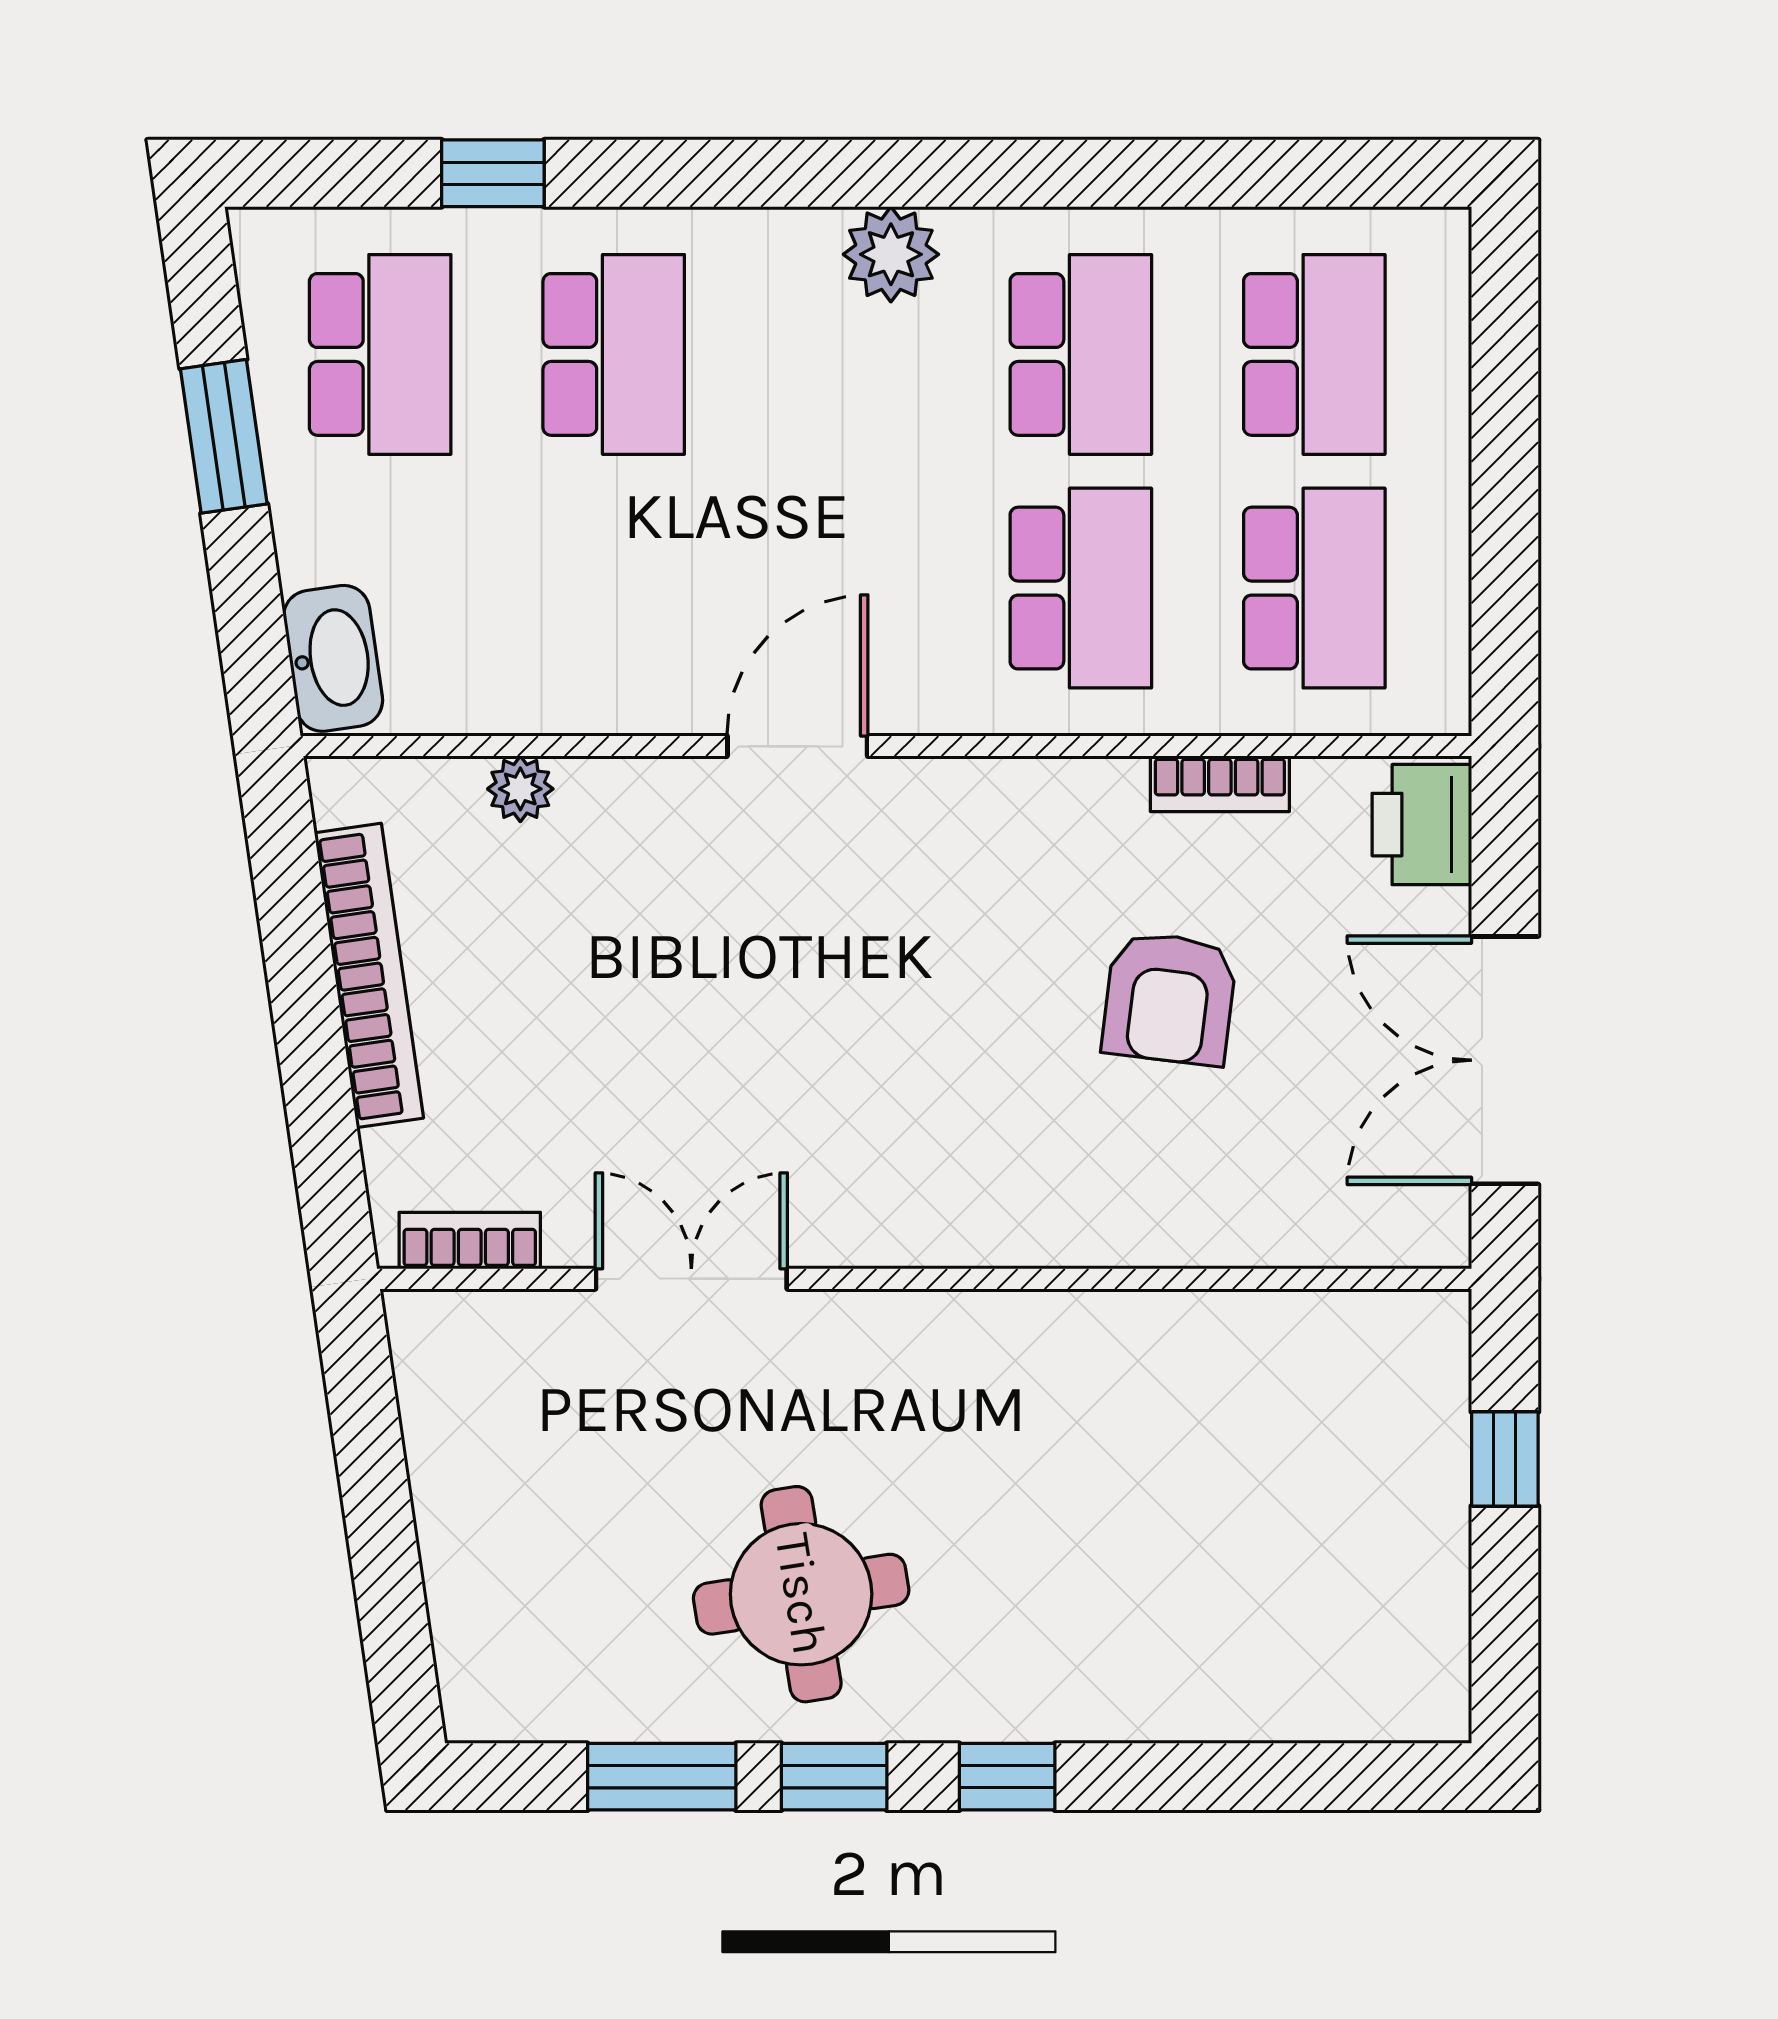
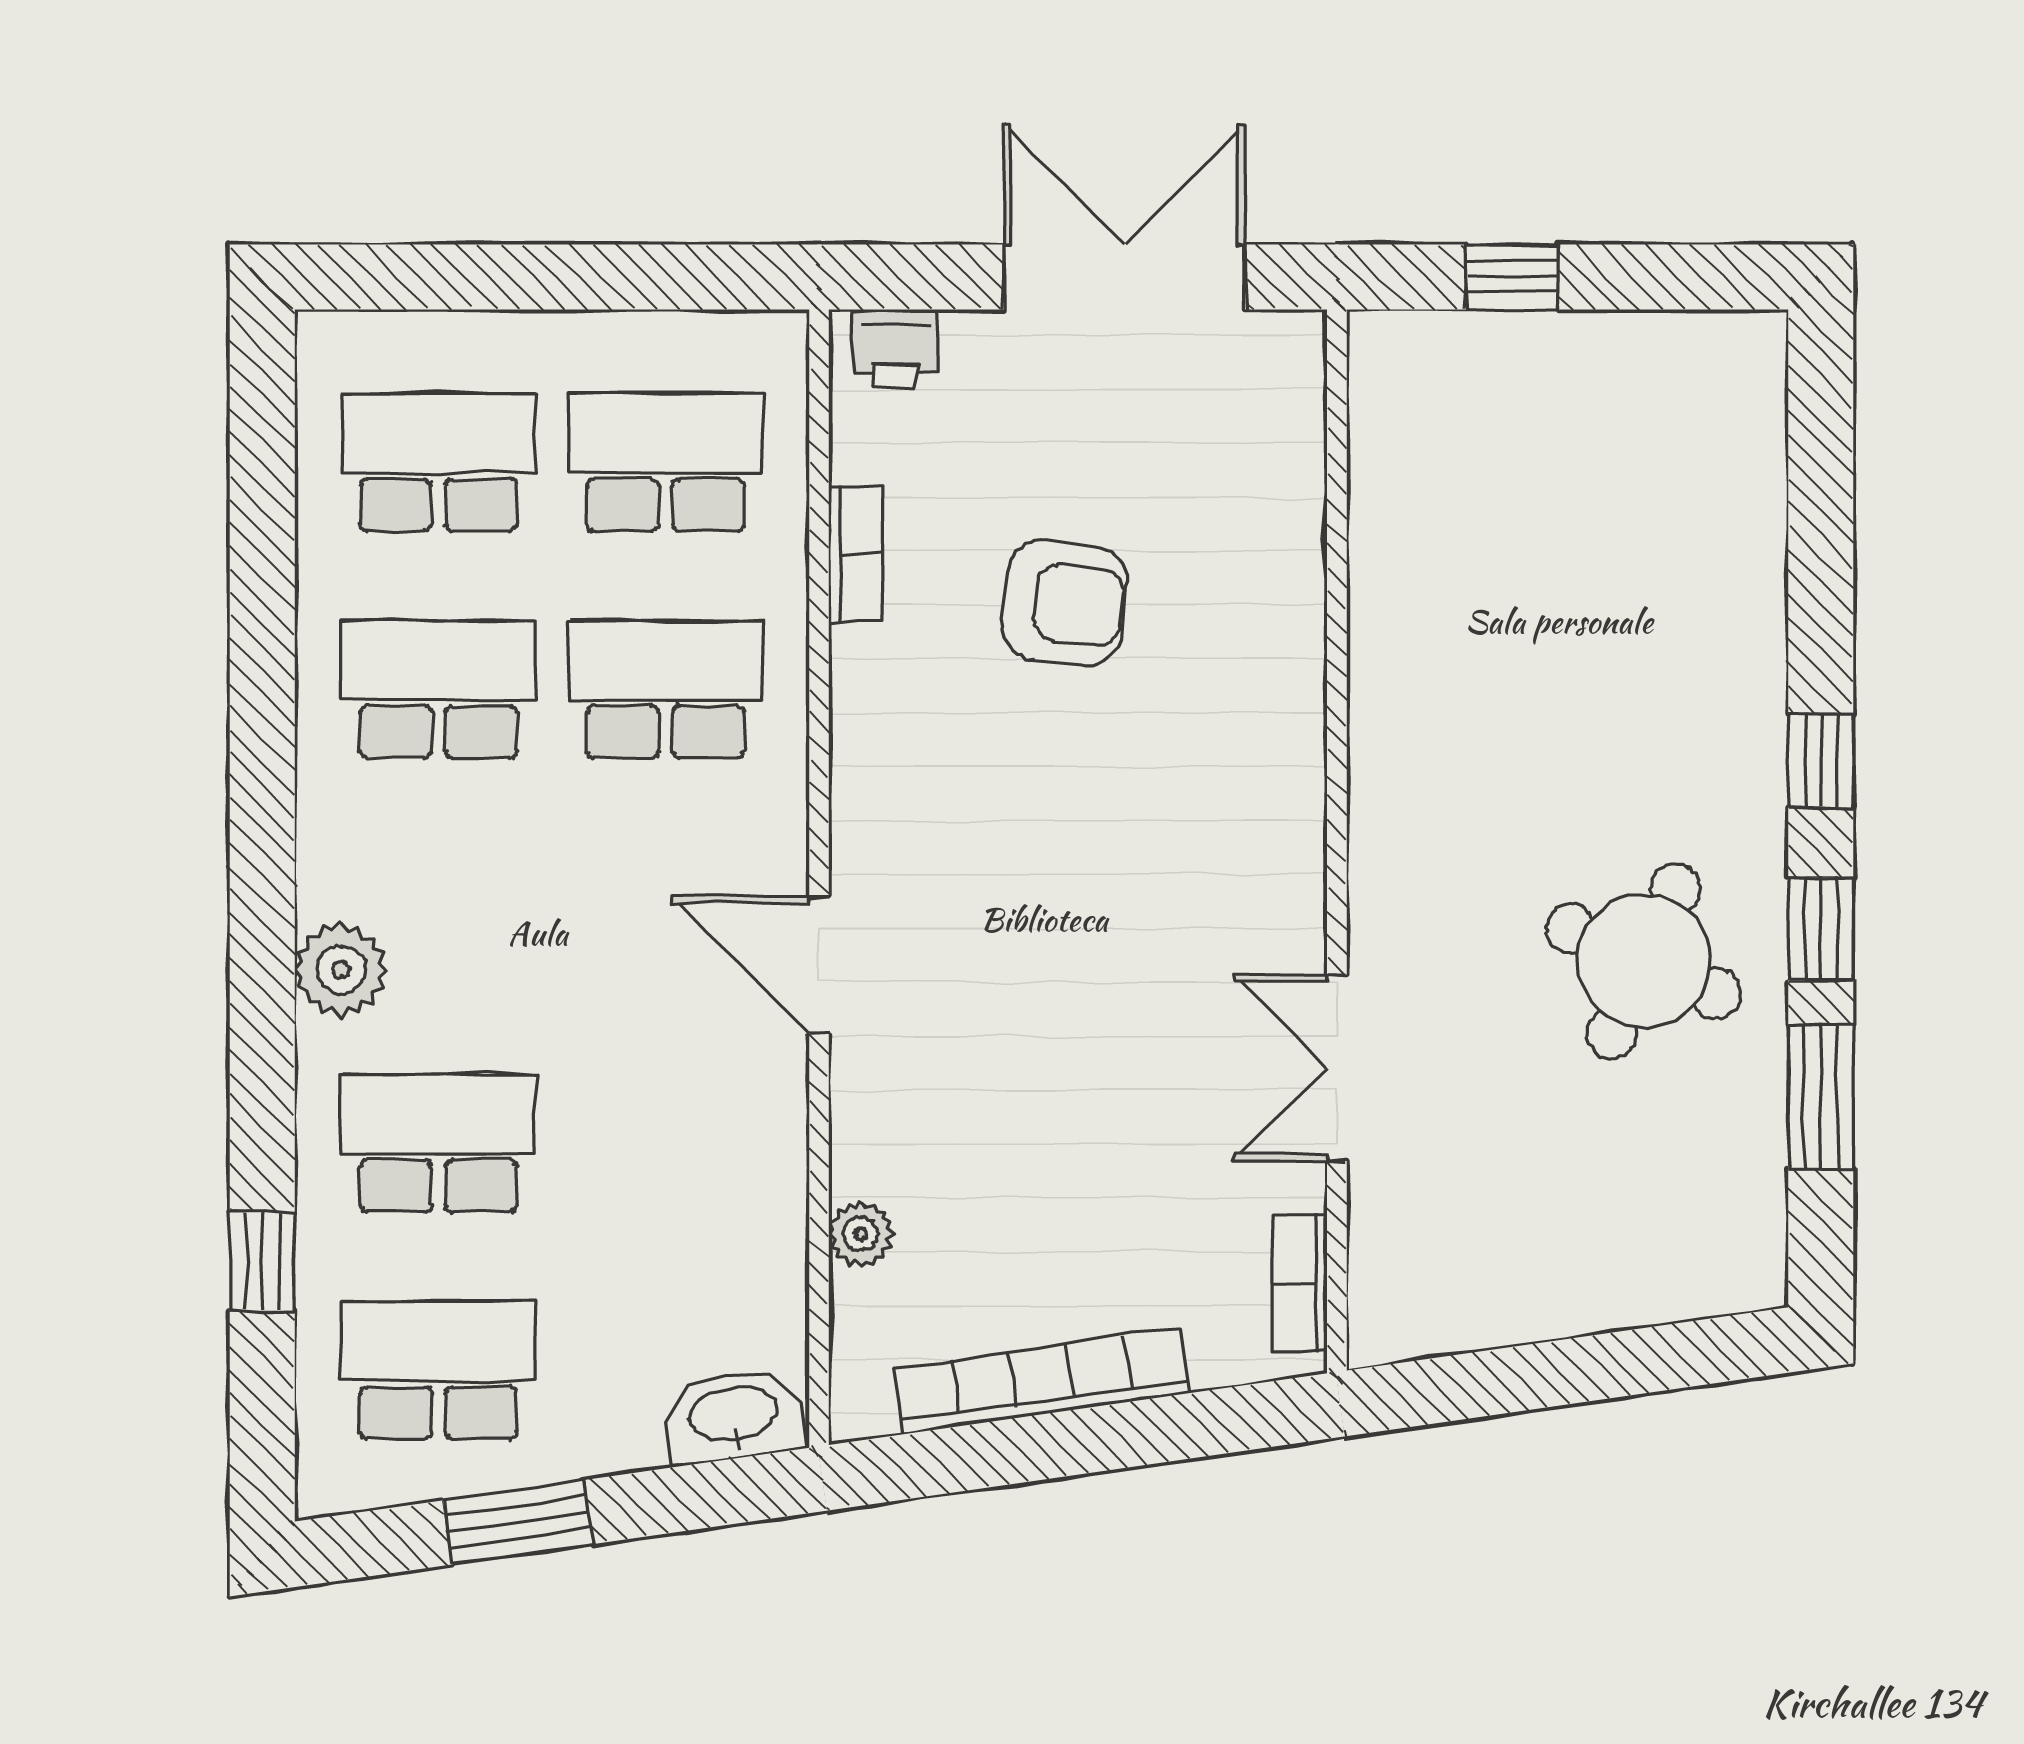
plant: (891, 254) -> (341, 970), moved
printer: (1422, 825) -> (895, 348), width x0.73, depth x0.81
double door: (1505, 1060) -> (1124, 277), swing flipped
round table: (801, 1594) -> (1643, 961), turned 33

